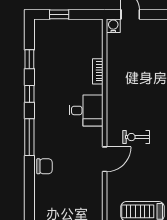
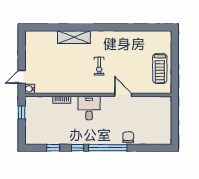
window: (59, 14) -> (22, 112), moved
window: (29, 137) -> (108, 148), width x1.46
exercise bike: (136, 137) -> (99, 66), moved

